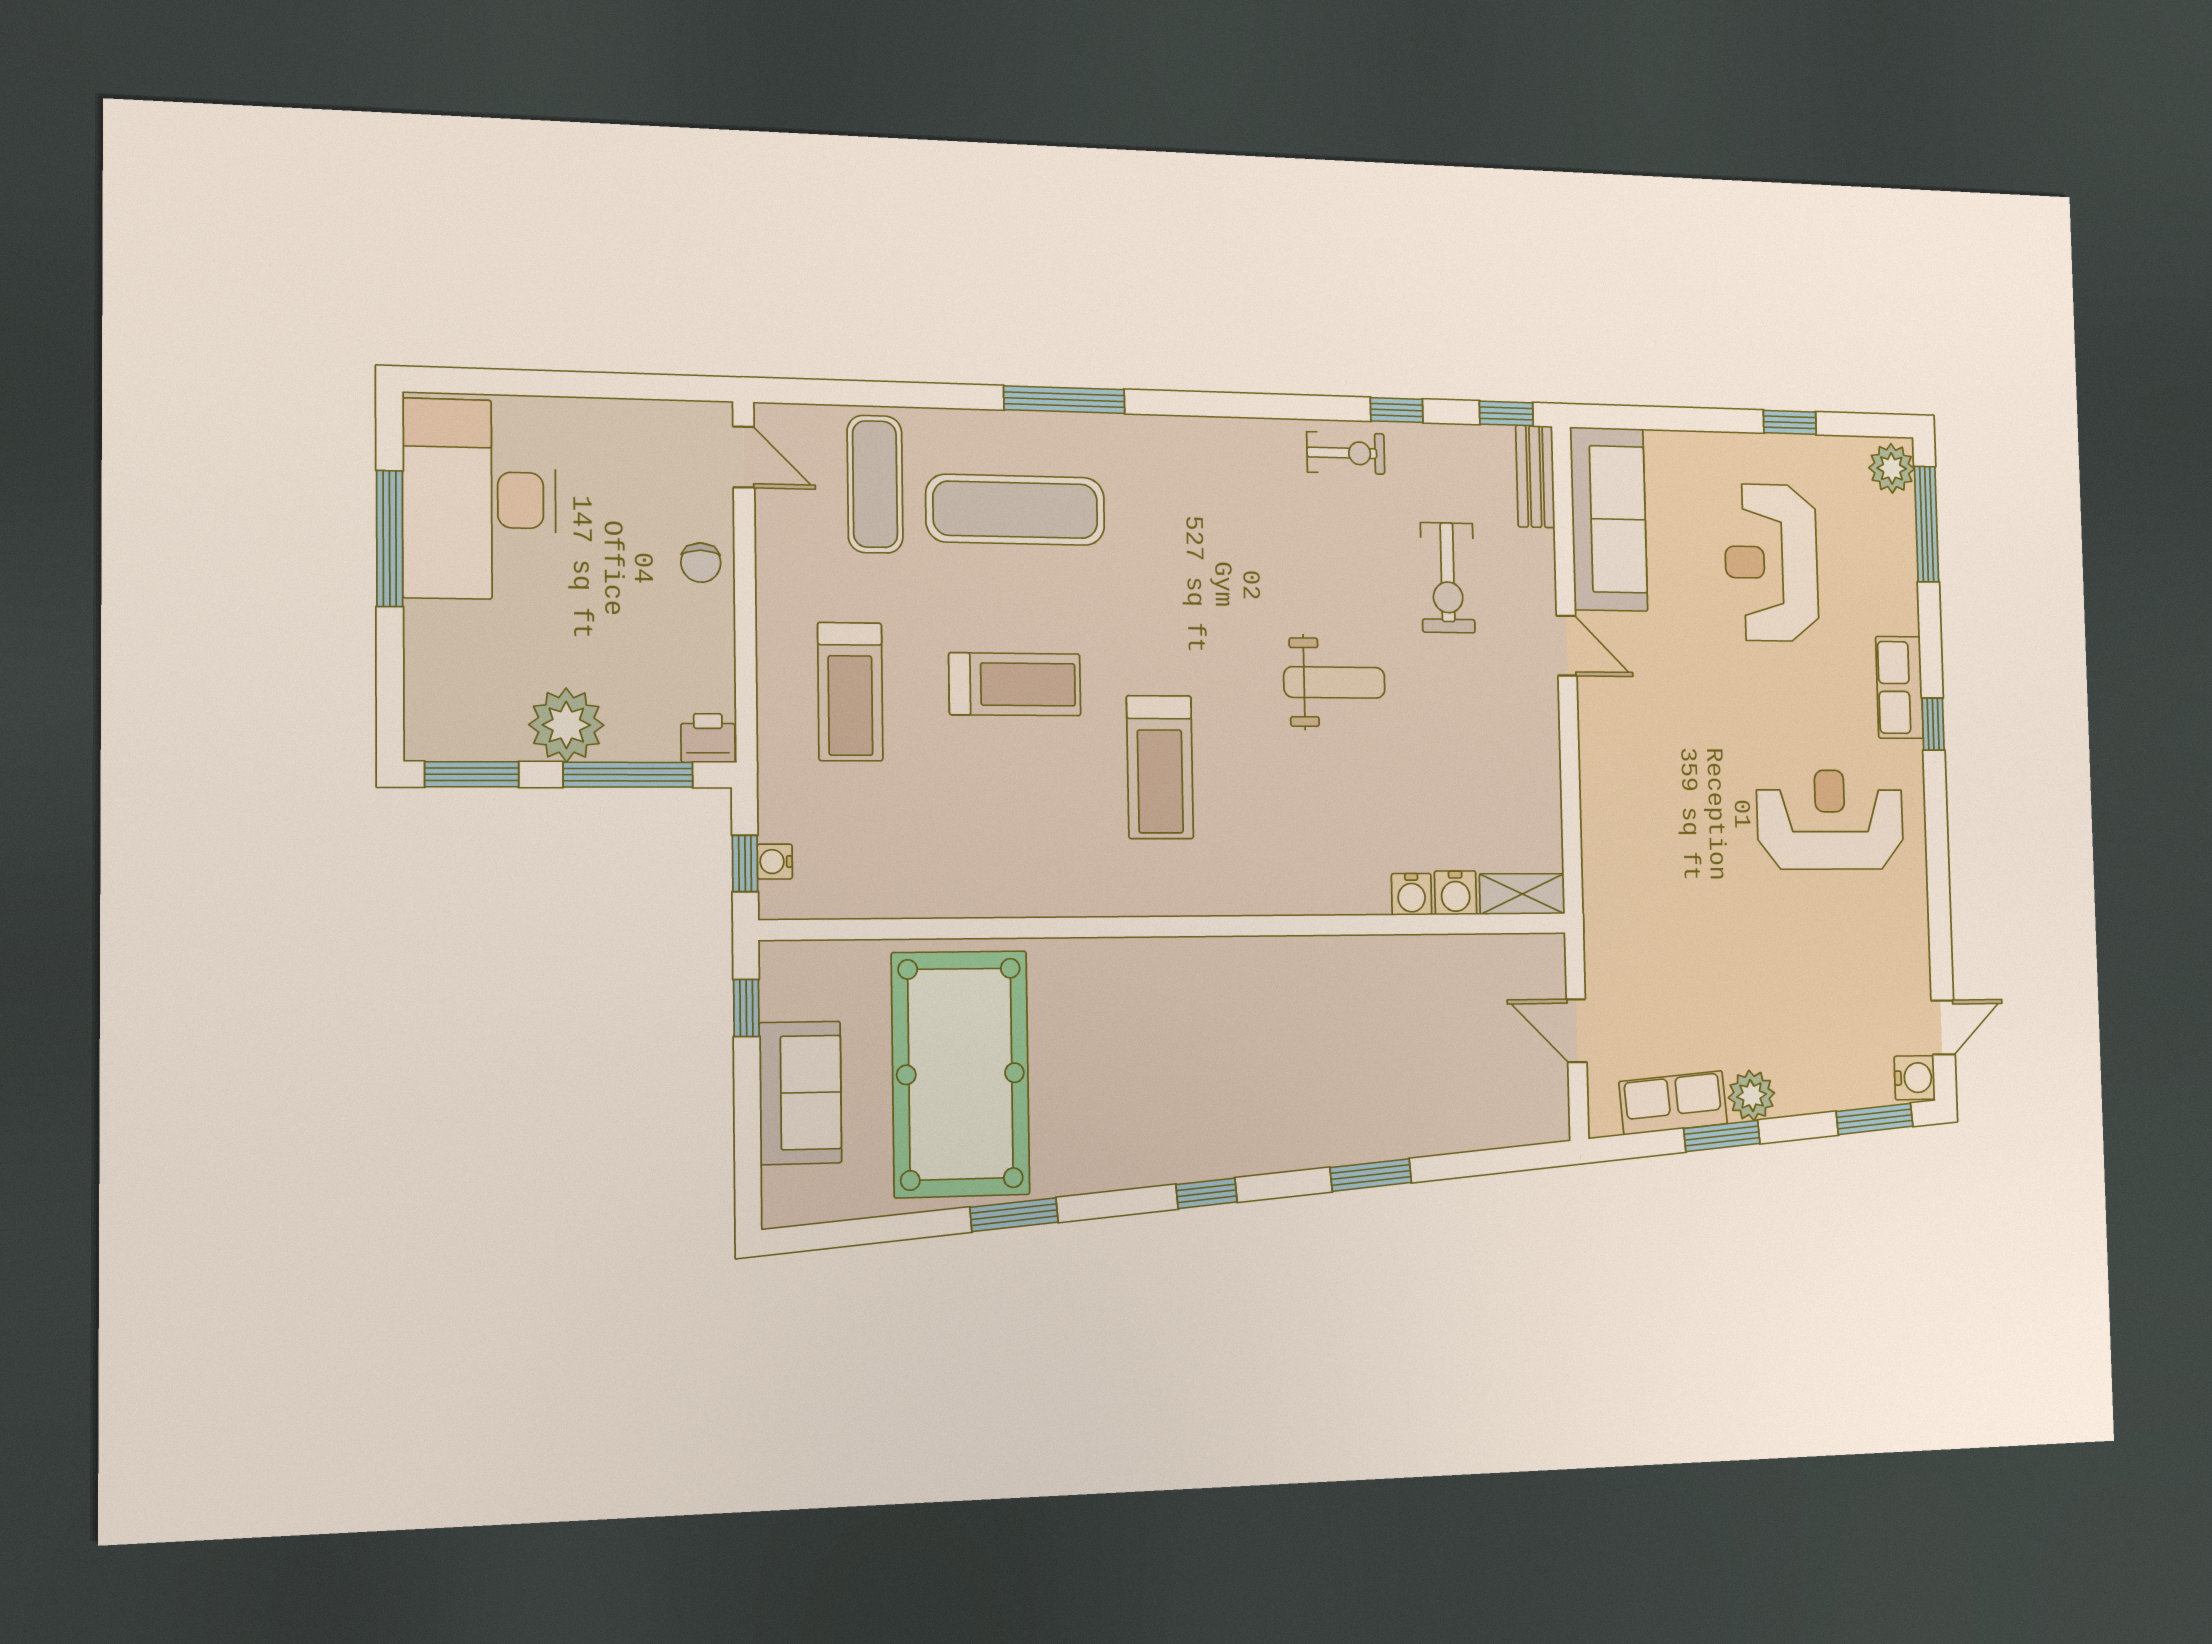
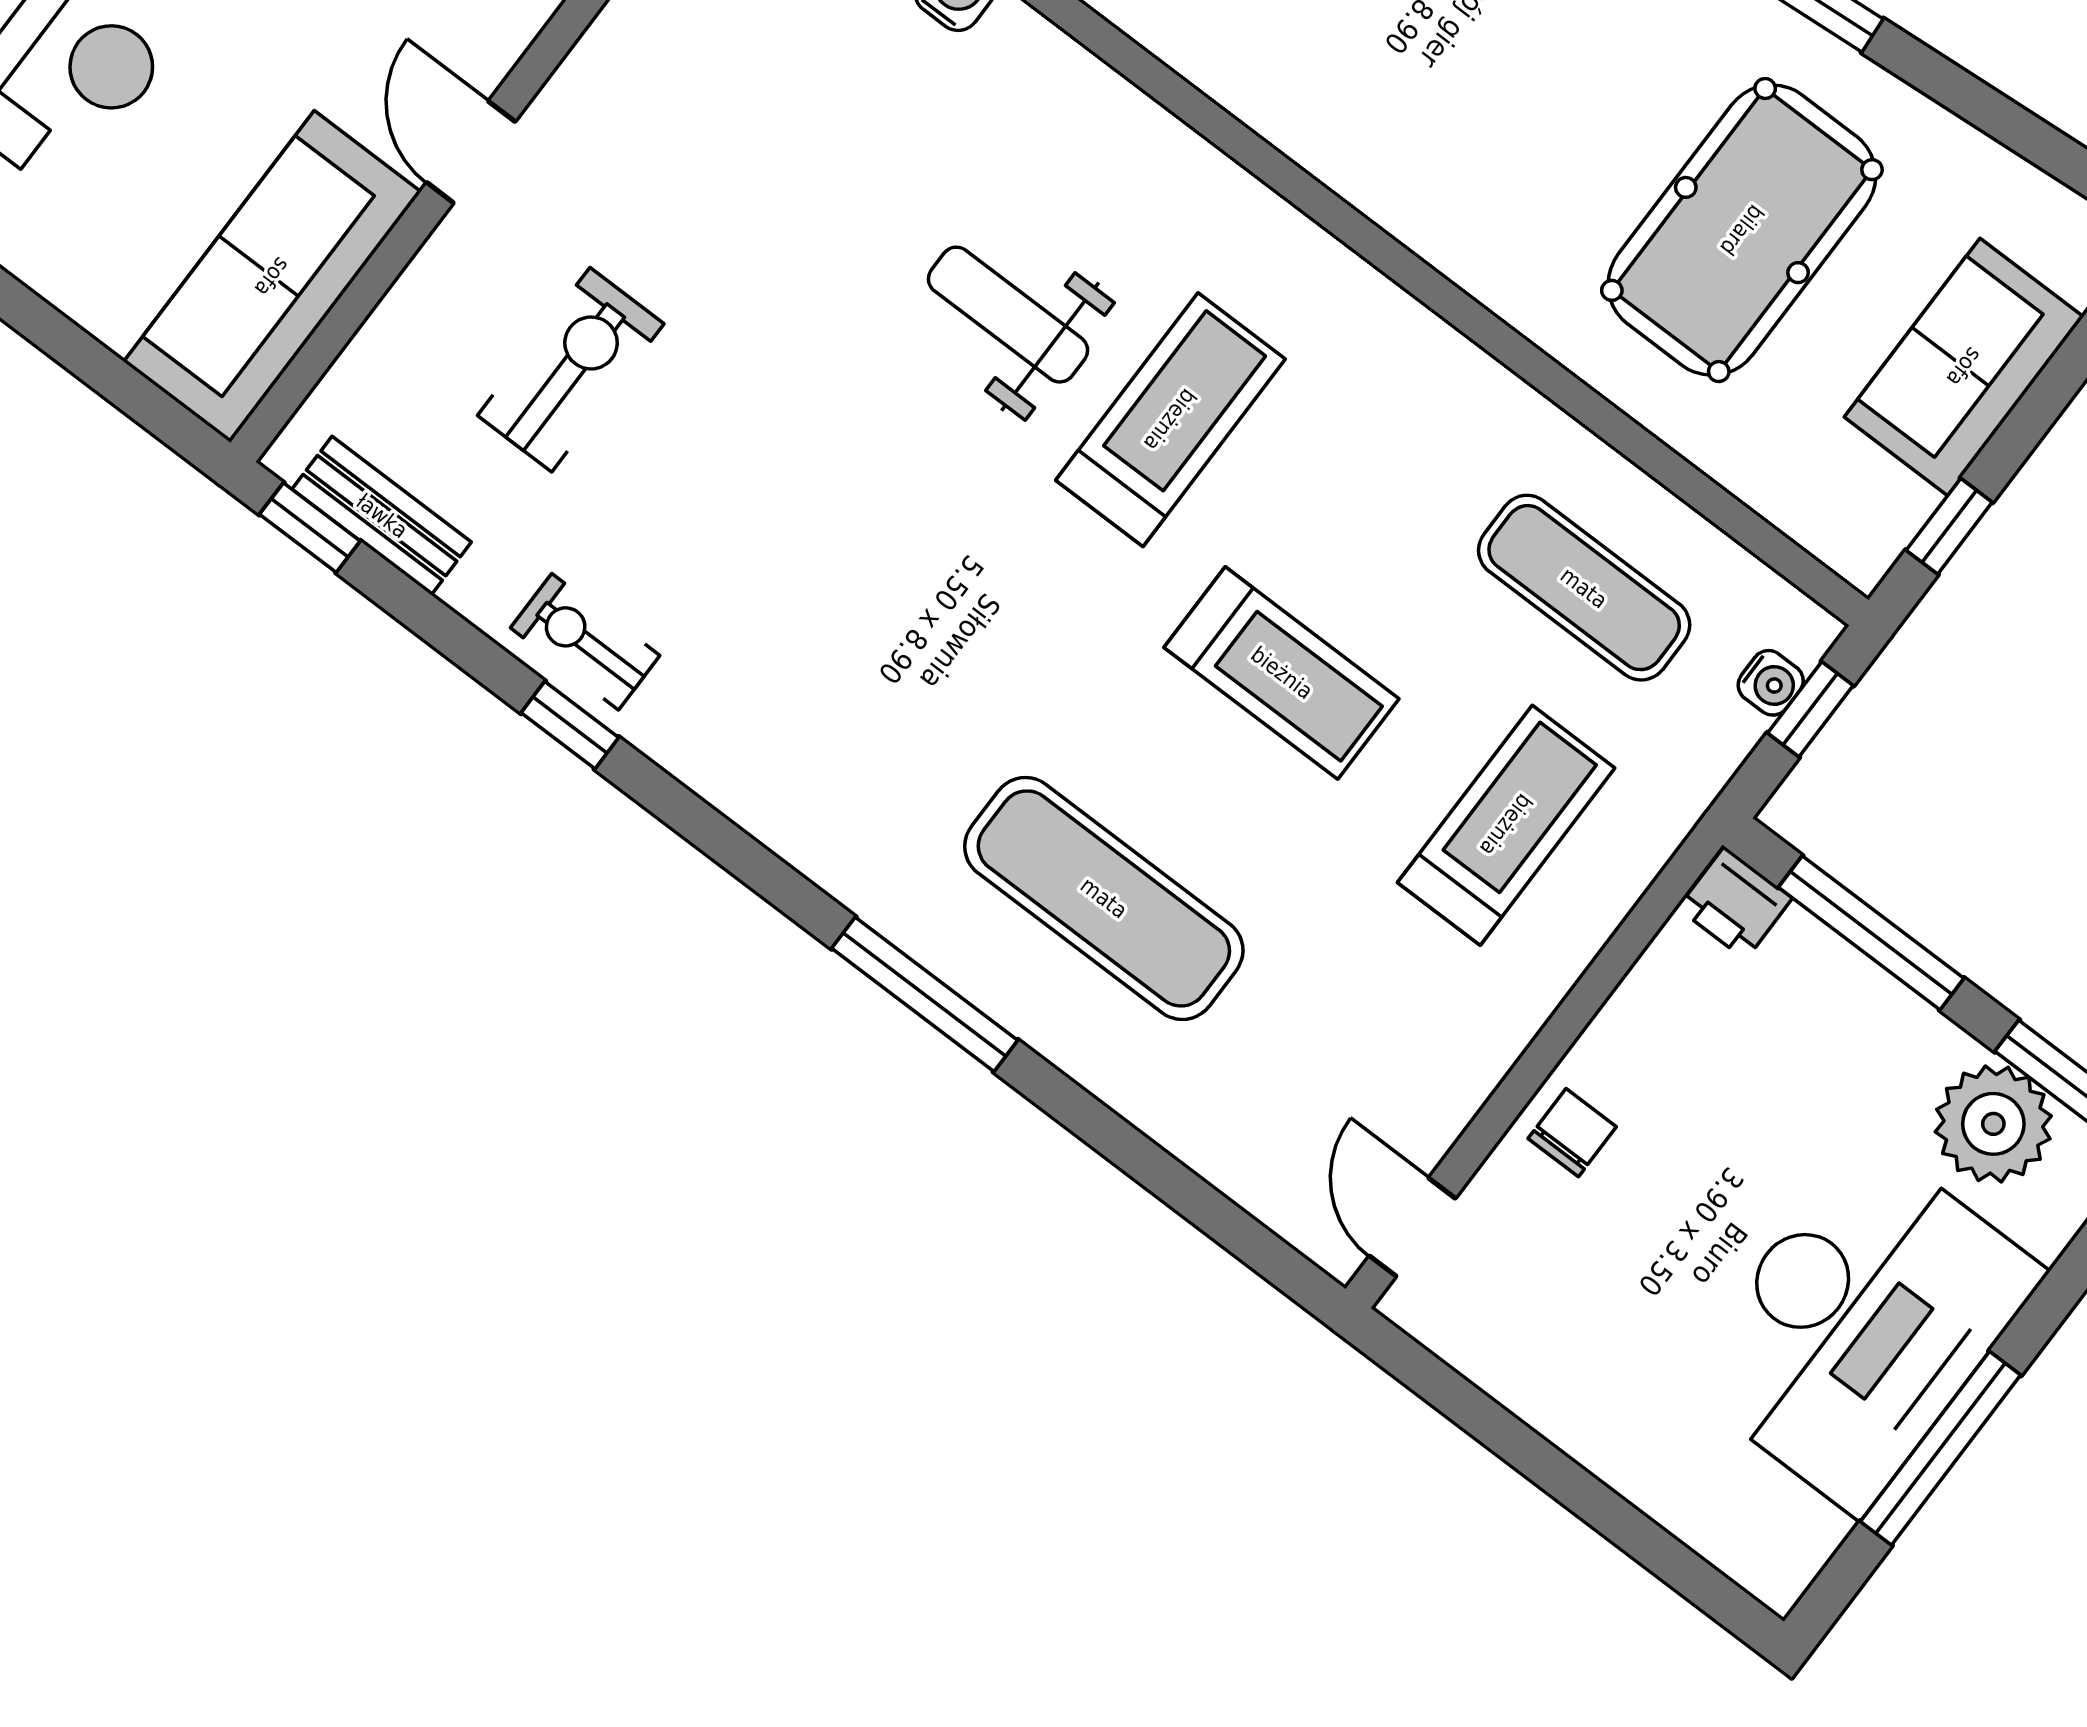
window: (1397, 410) -> (570, 725), moved
bench: (1535, 476) -> (382, 516), moved, turned 90
exercise mat: (875, 484) -> (1584, 588), moved, turned 90
desk: (479, 499) -> (1861, 1325), moved
weight bench: (1334, 682) -> (1008, 315), moved
treadmill: (1015, 684) -> (1282, 673), turned 180
plant: (566, 725) -> (1993, 1124), moved
pool table: (961, 1074) -> (1742, 230), width x0.73, depth x0.76

